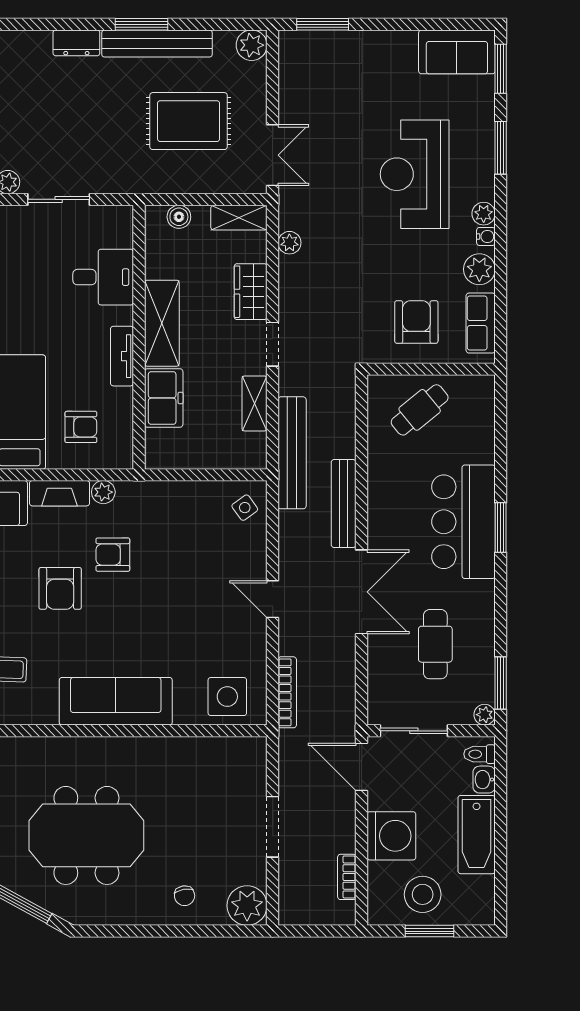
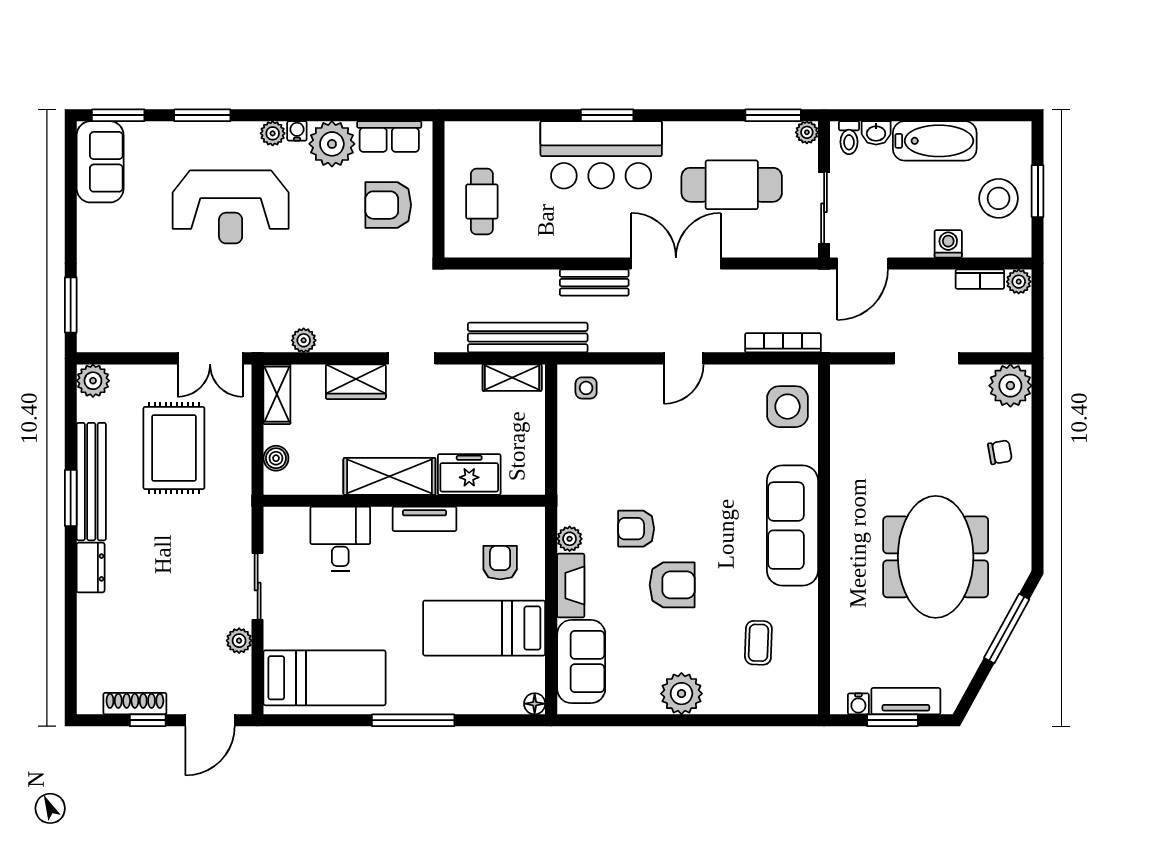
double door: (273, 155) -> (210, 358), swing flipped
plant: (479, 269) -> (332, 144), width x1.36, depth x1.36
shelving: (255, 403) -> (512, 378), moved
cafe table: (420, 410) -> (482, 202), turned 39
bench: (344, 504) -> (594, 283), width x0.73
side table: (245, 508) -> (586, 388), turned 36
armchair: (113, 555) -> (636, 529), turned 90
cafe table: (435, 644) -> (732, 185), width x1.37, depth x1.35
washing machine: (391, 836) -> (948, 244), width x0.53, depth x0.53
plant: (345, 913) -> (1019, 282), added

